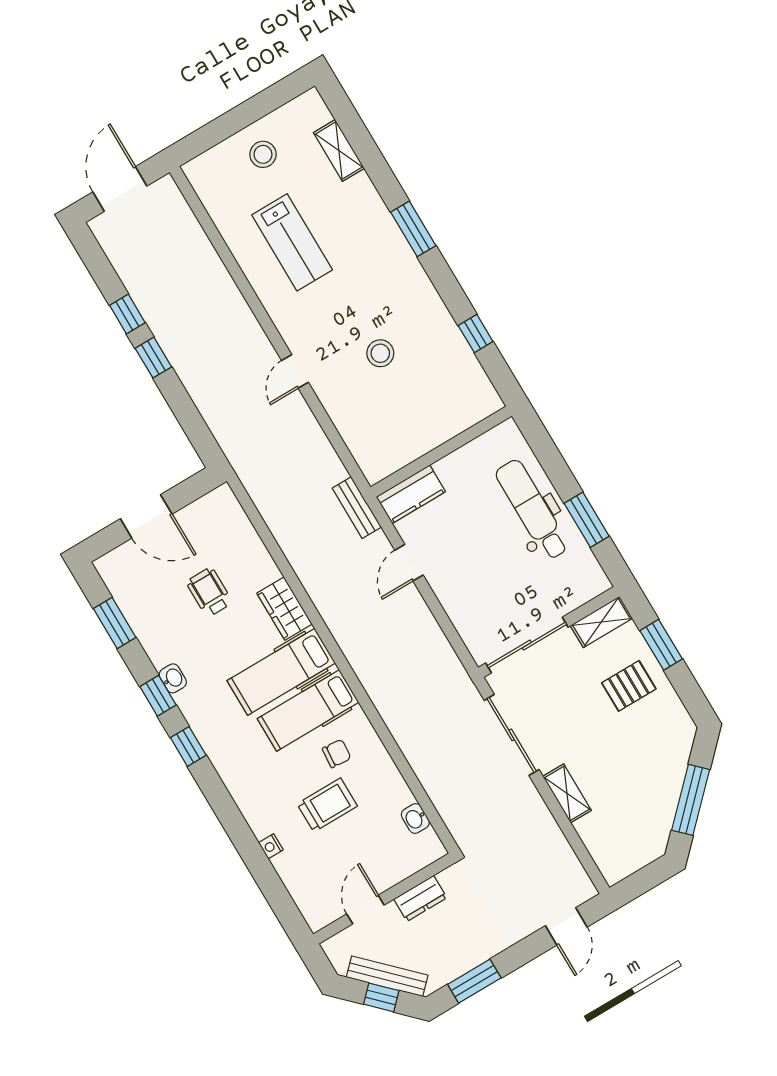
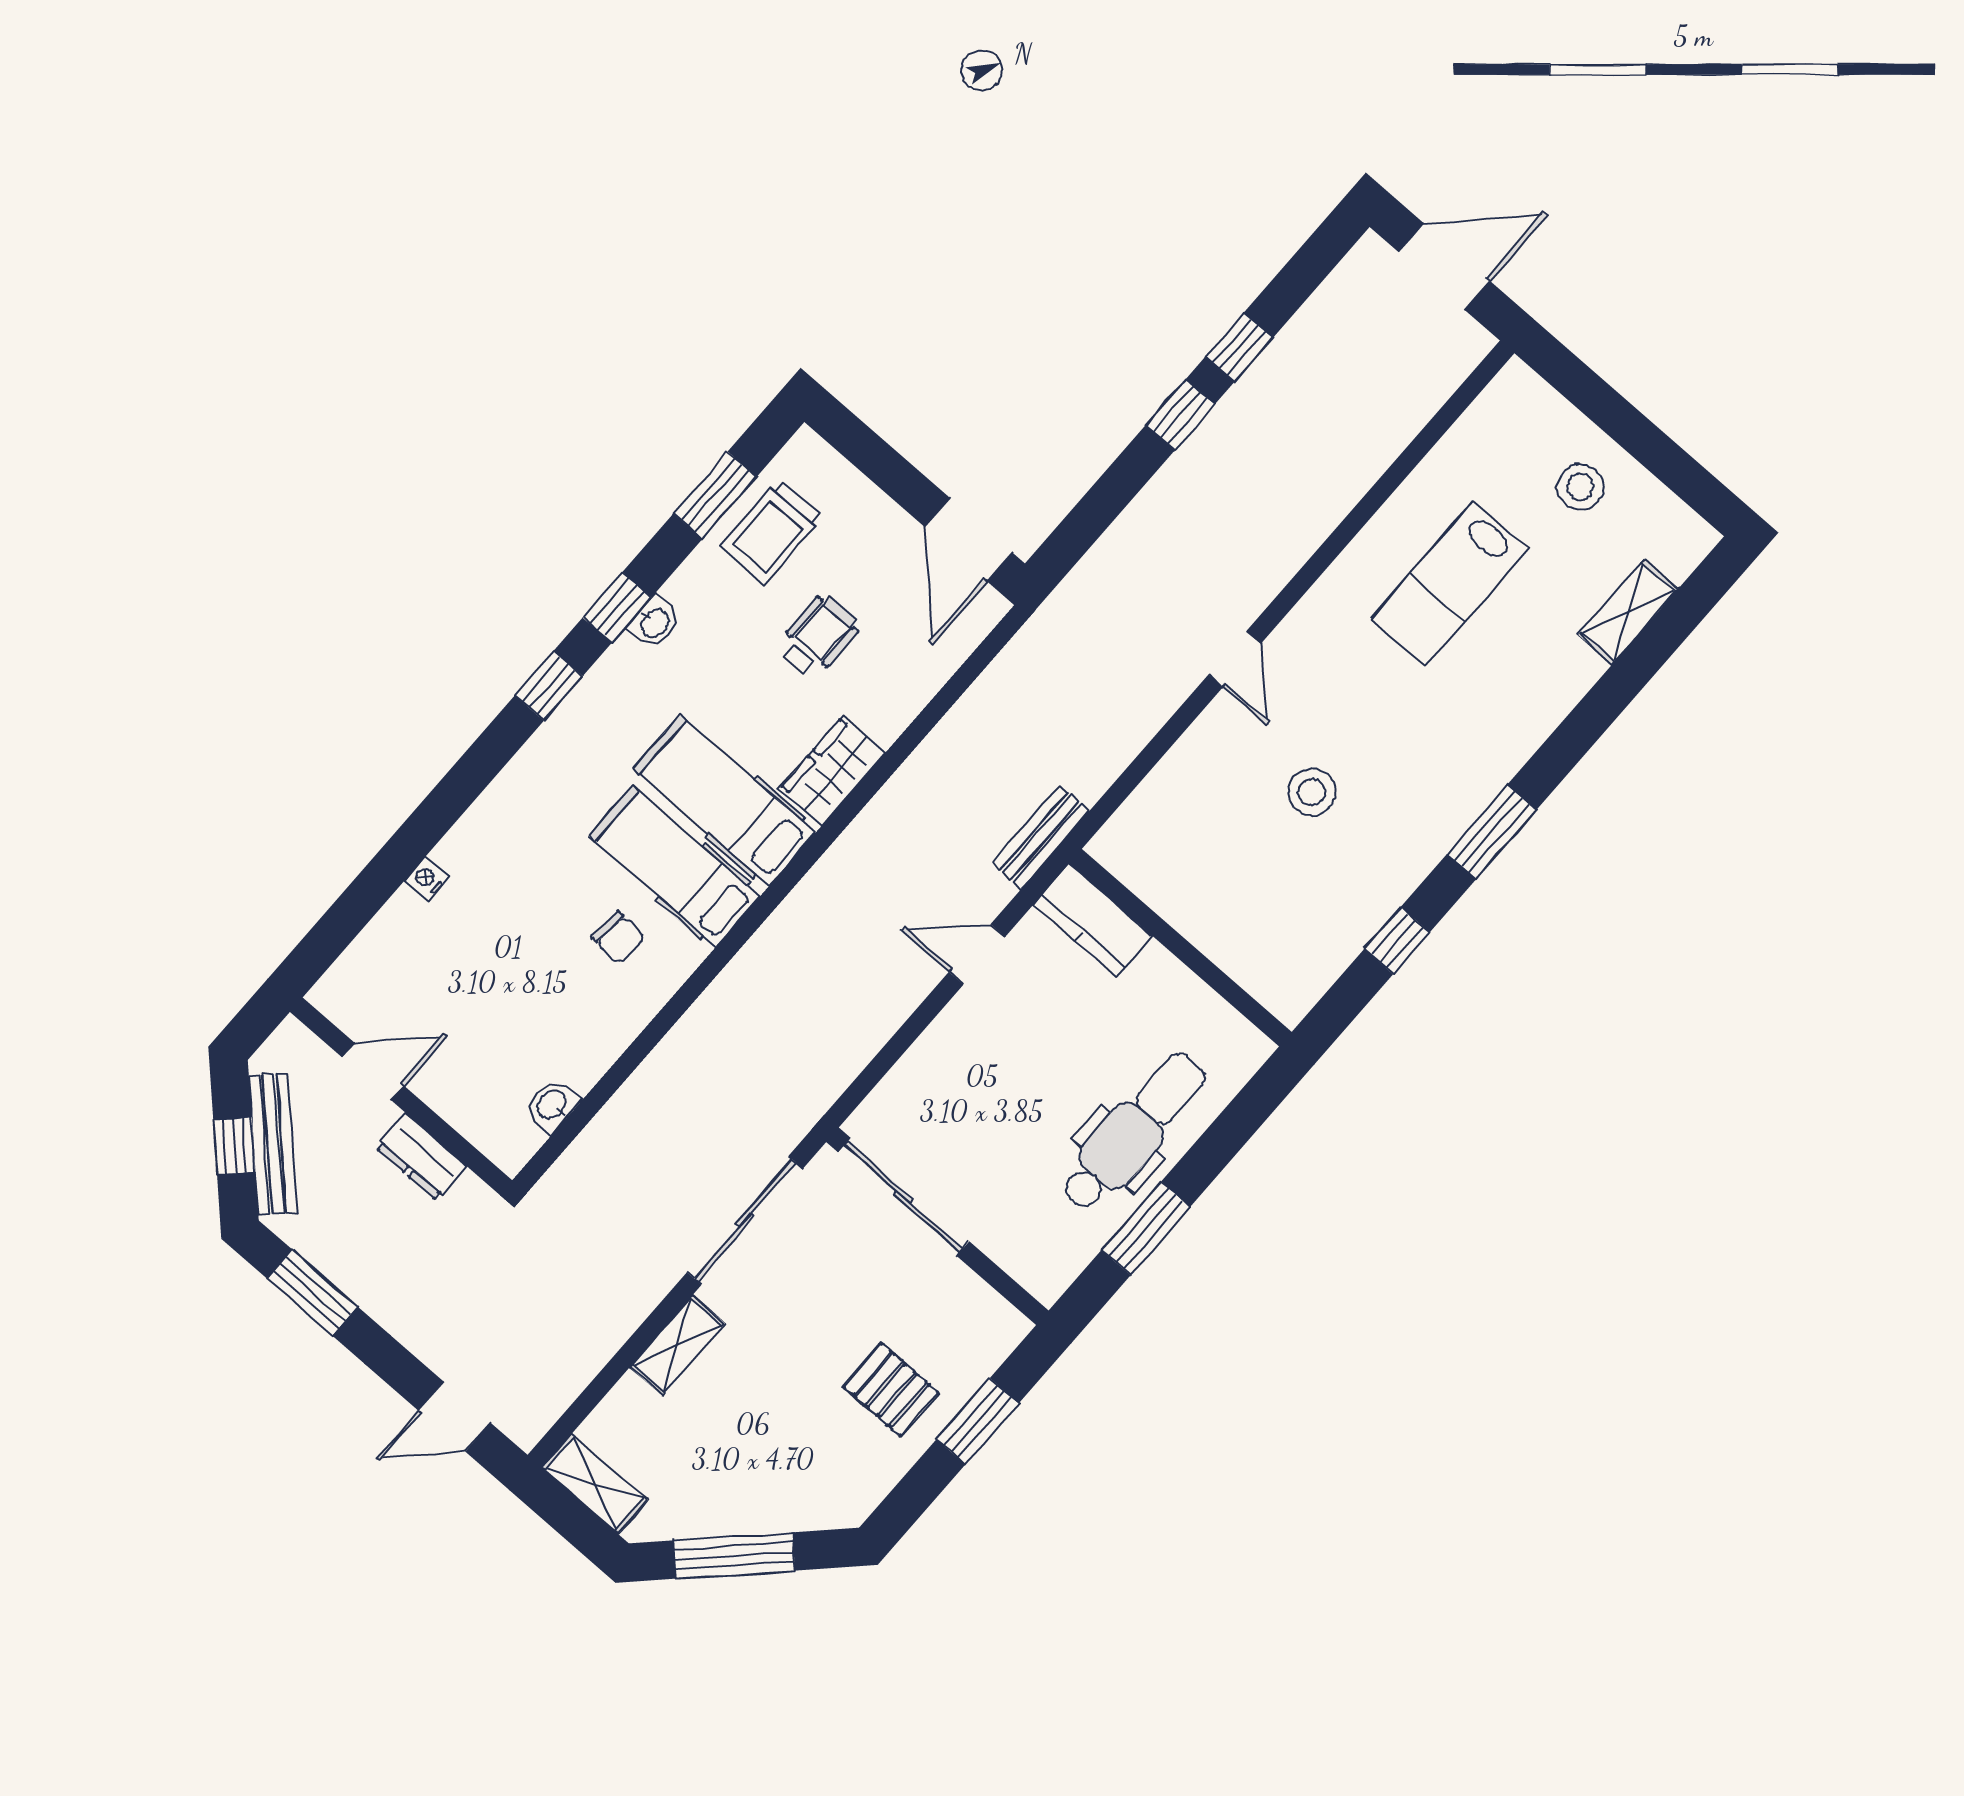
window: (413, 229) -> (1492, 832), moved
door: (295, 371) -> (1235, 659), swing flipped
door: (146, 516) -> (968, 540), moved
shelving: (601, 622) -> (595, 1484), moved
trolley: (327, 805) -> (772, 532), moved, turned 90

